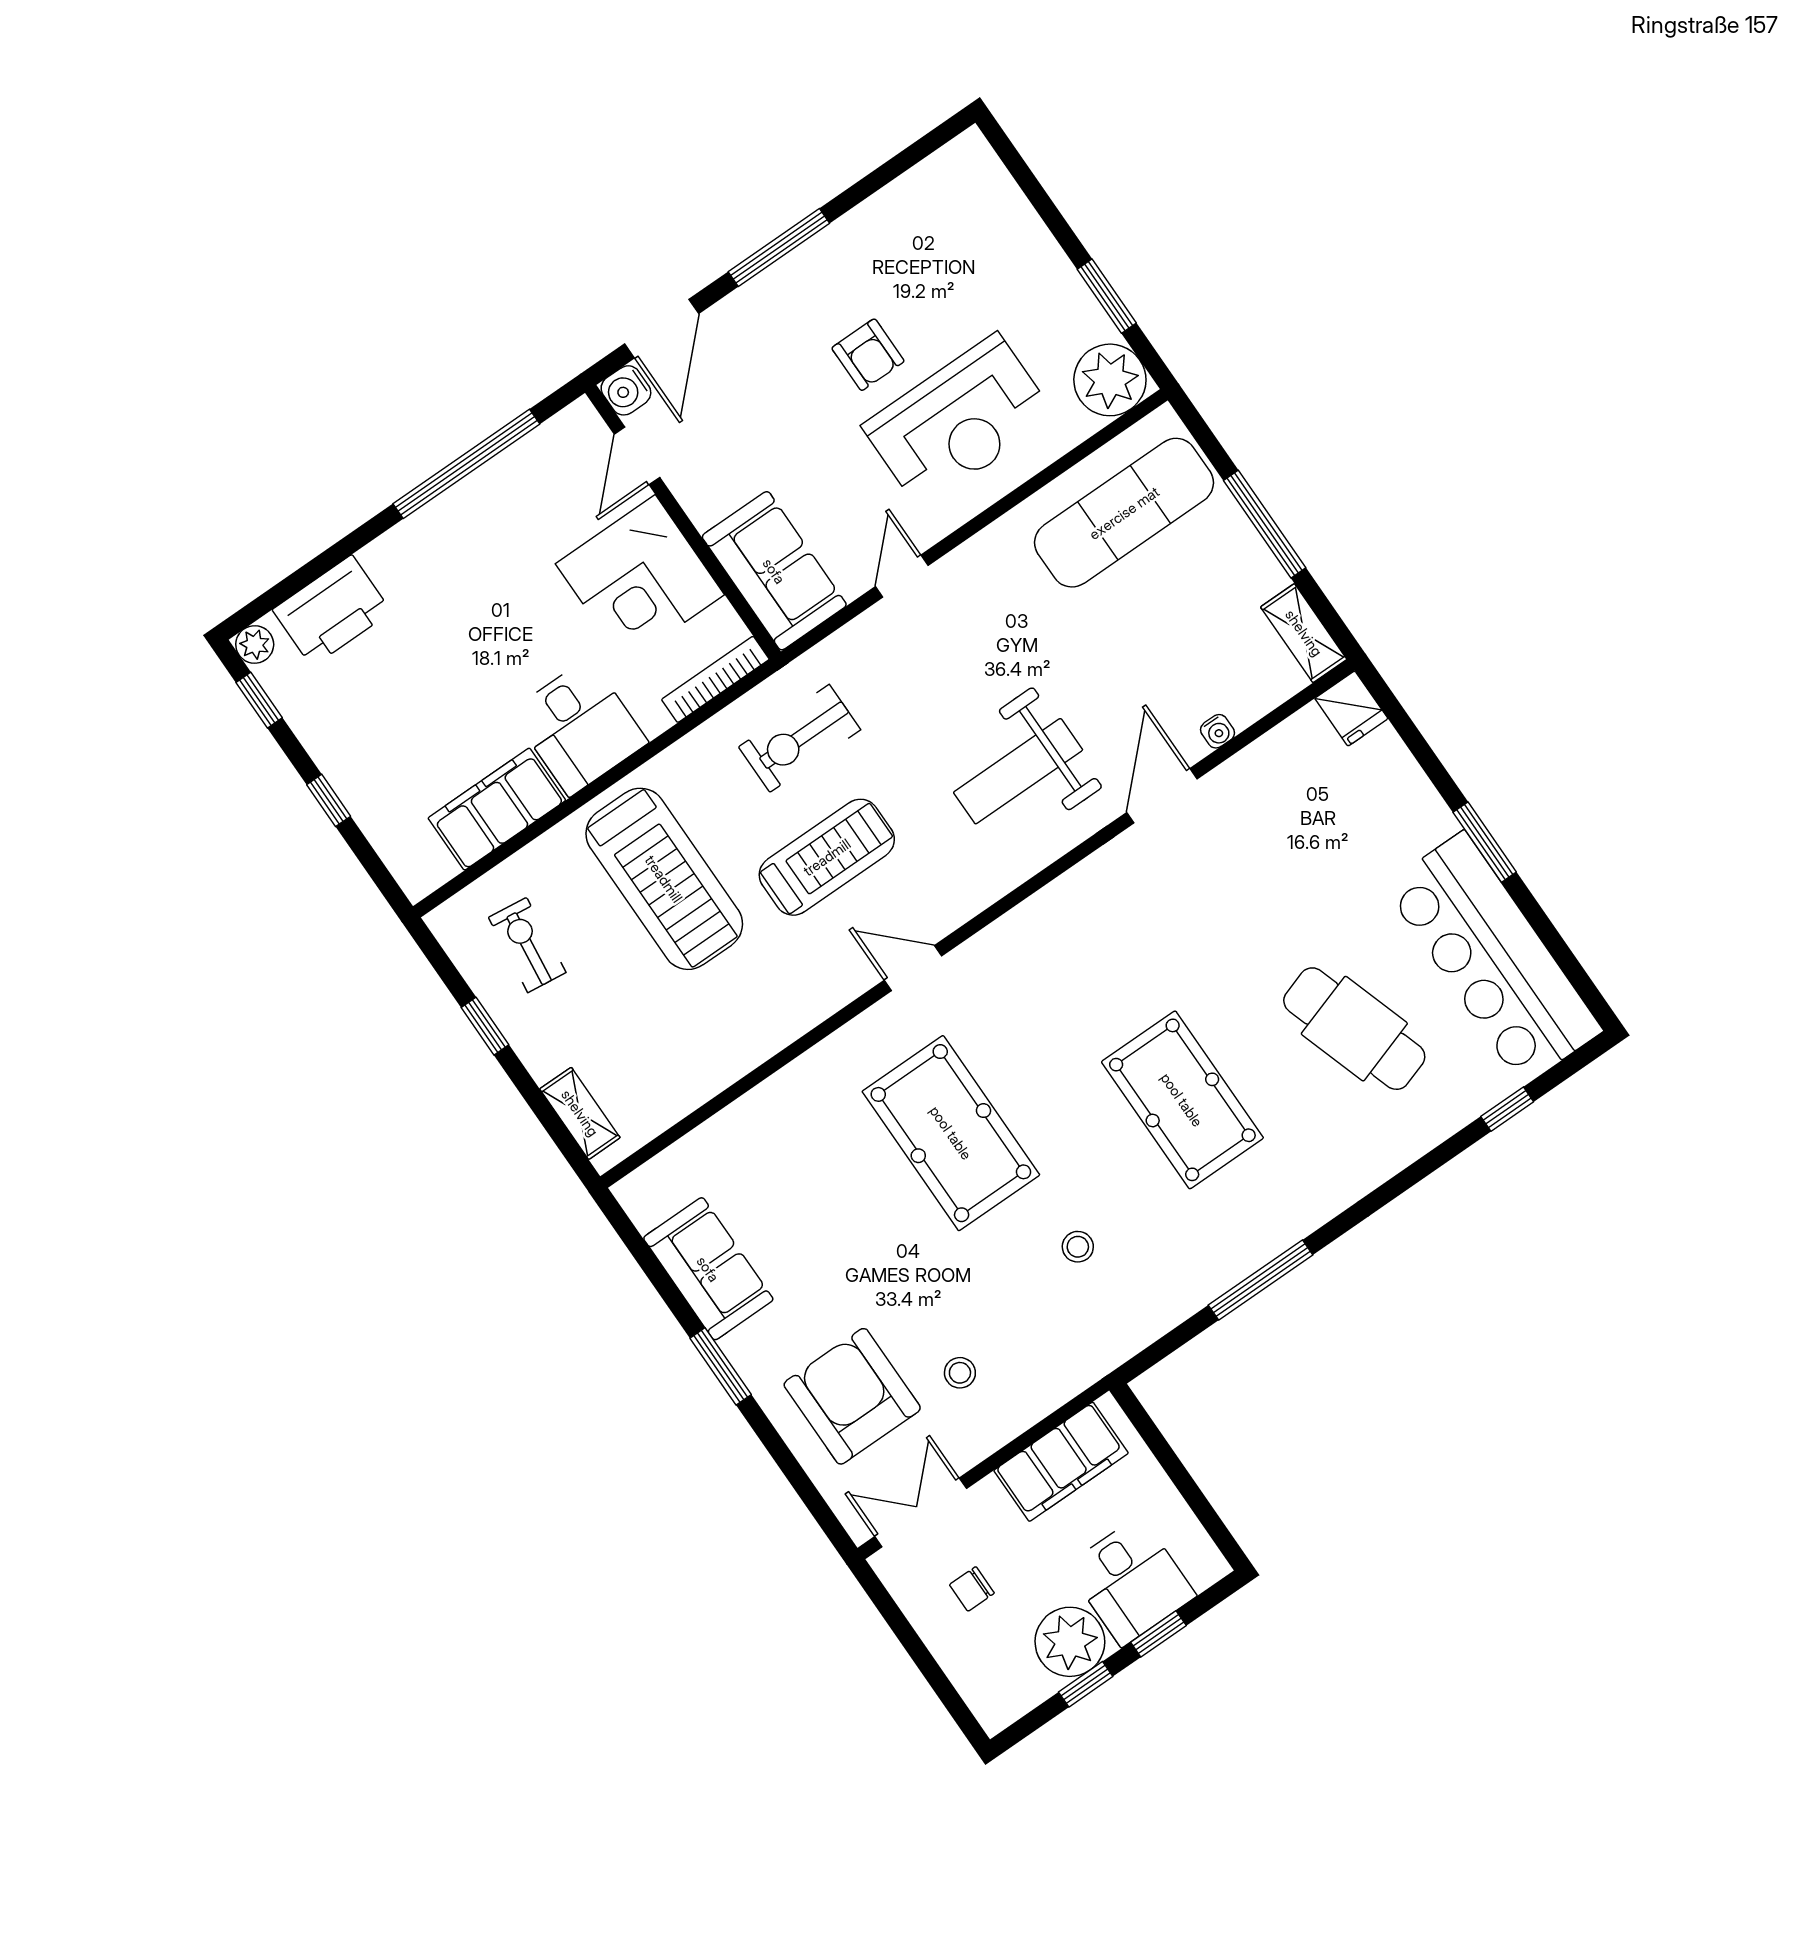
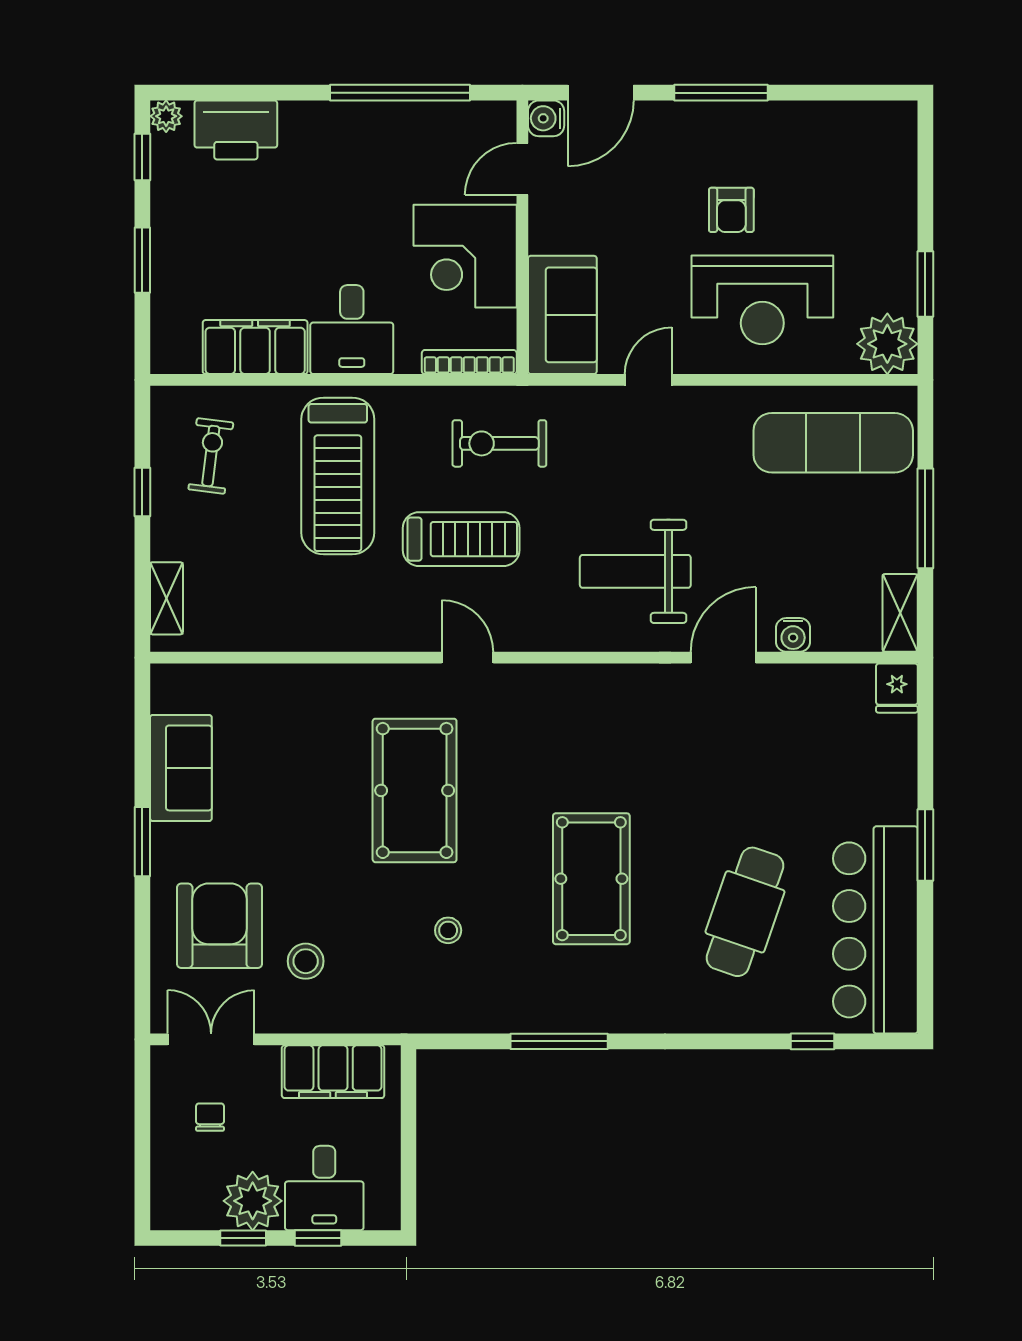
water cooler: (1218, 731) -> (793, 635), width x1.38, depth x1.38
window: (329, 800) -> (142, 260), width x1.50
cafe table: (1354, 1029) -> (745, 912), turned 37
stool: (960, 1373) -> (306, 961), width x1.37, depth x1.37
chair: (972, 1589) -> (210, 1117), turned 90

